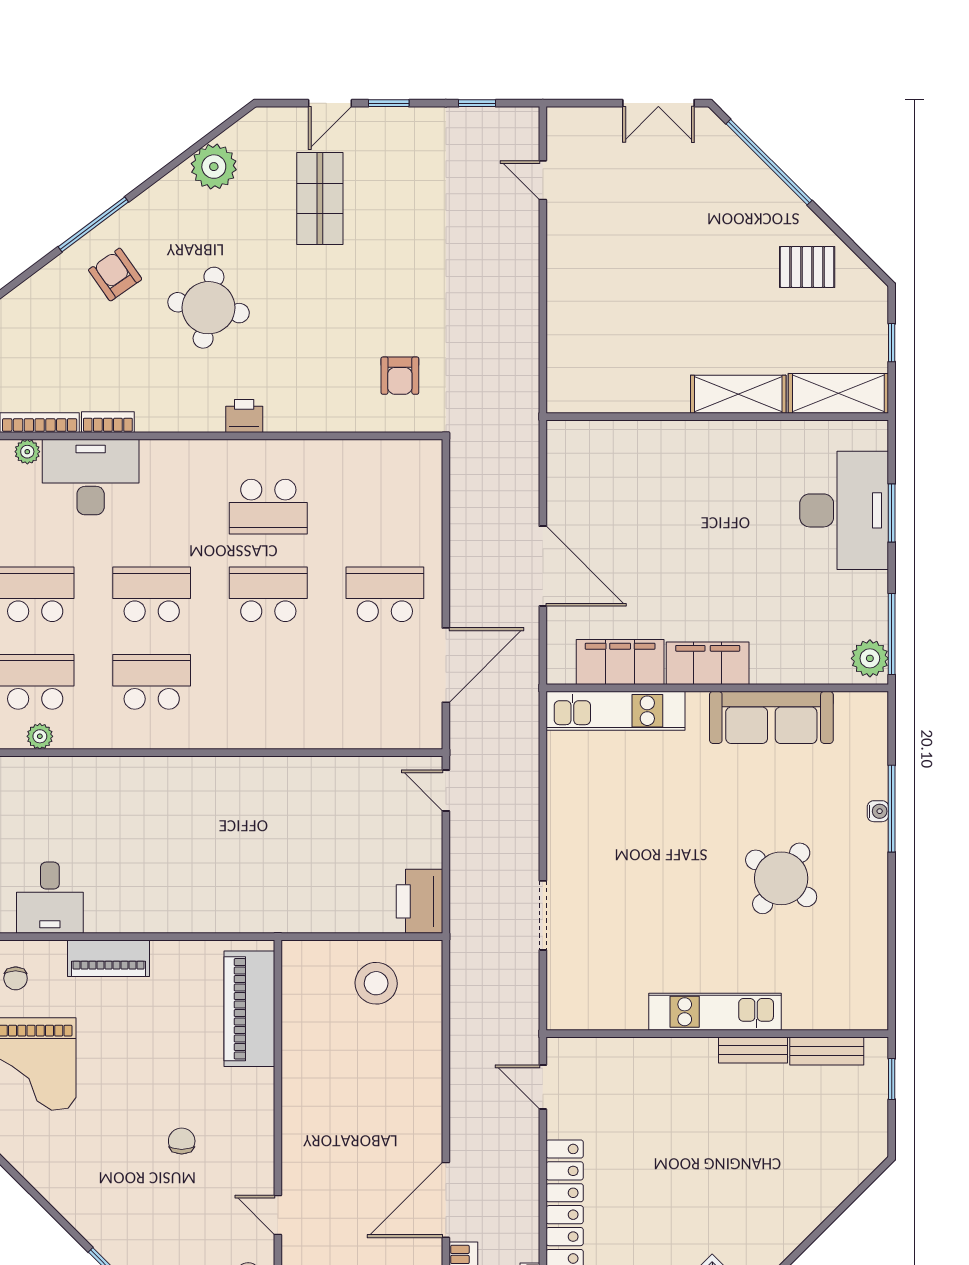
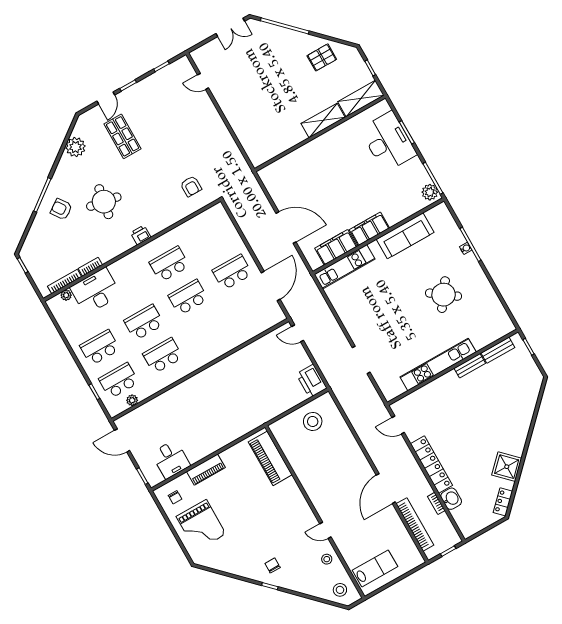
school desk: (268, 507) -> (169, 264), turned 180
kitchen unit: (715, 1012) -> (438, 365), width x1.36
chair: (182, 1141) -> (273, 565), moved

